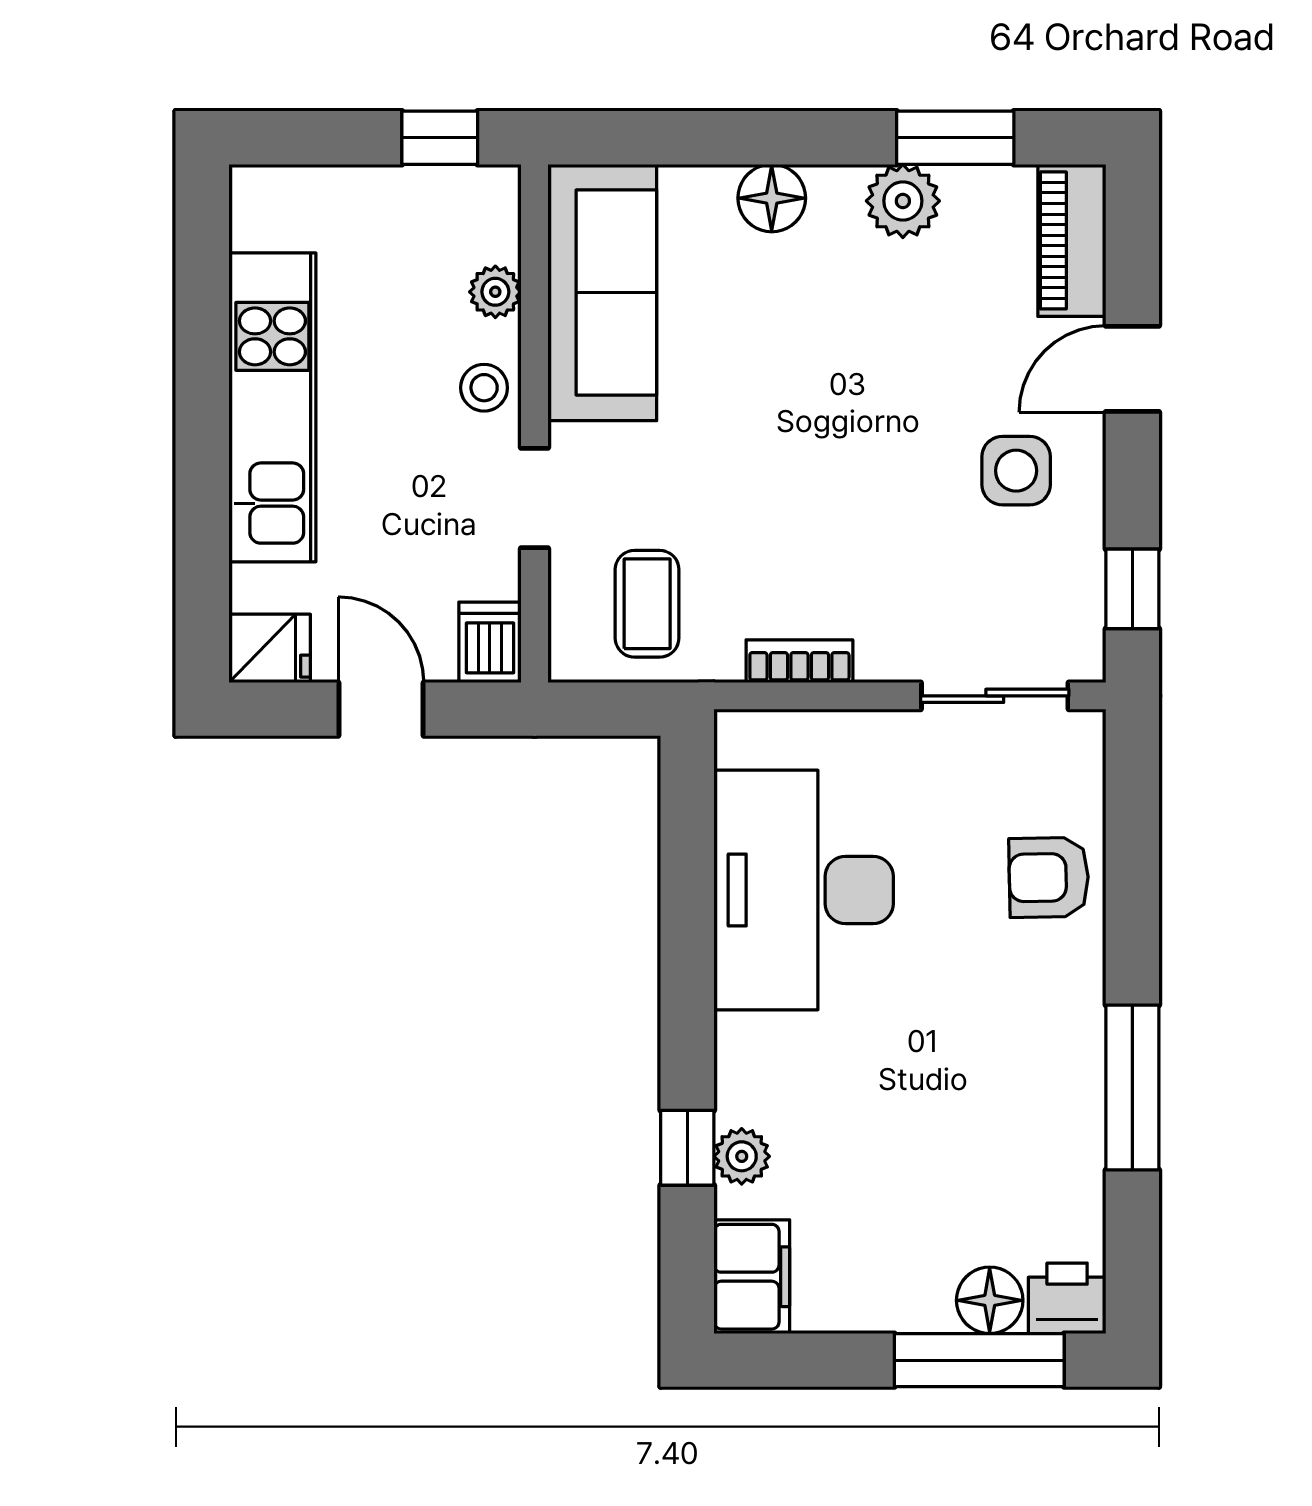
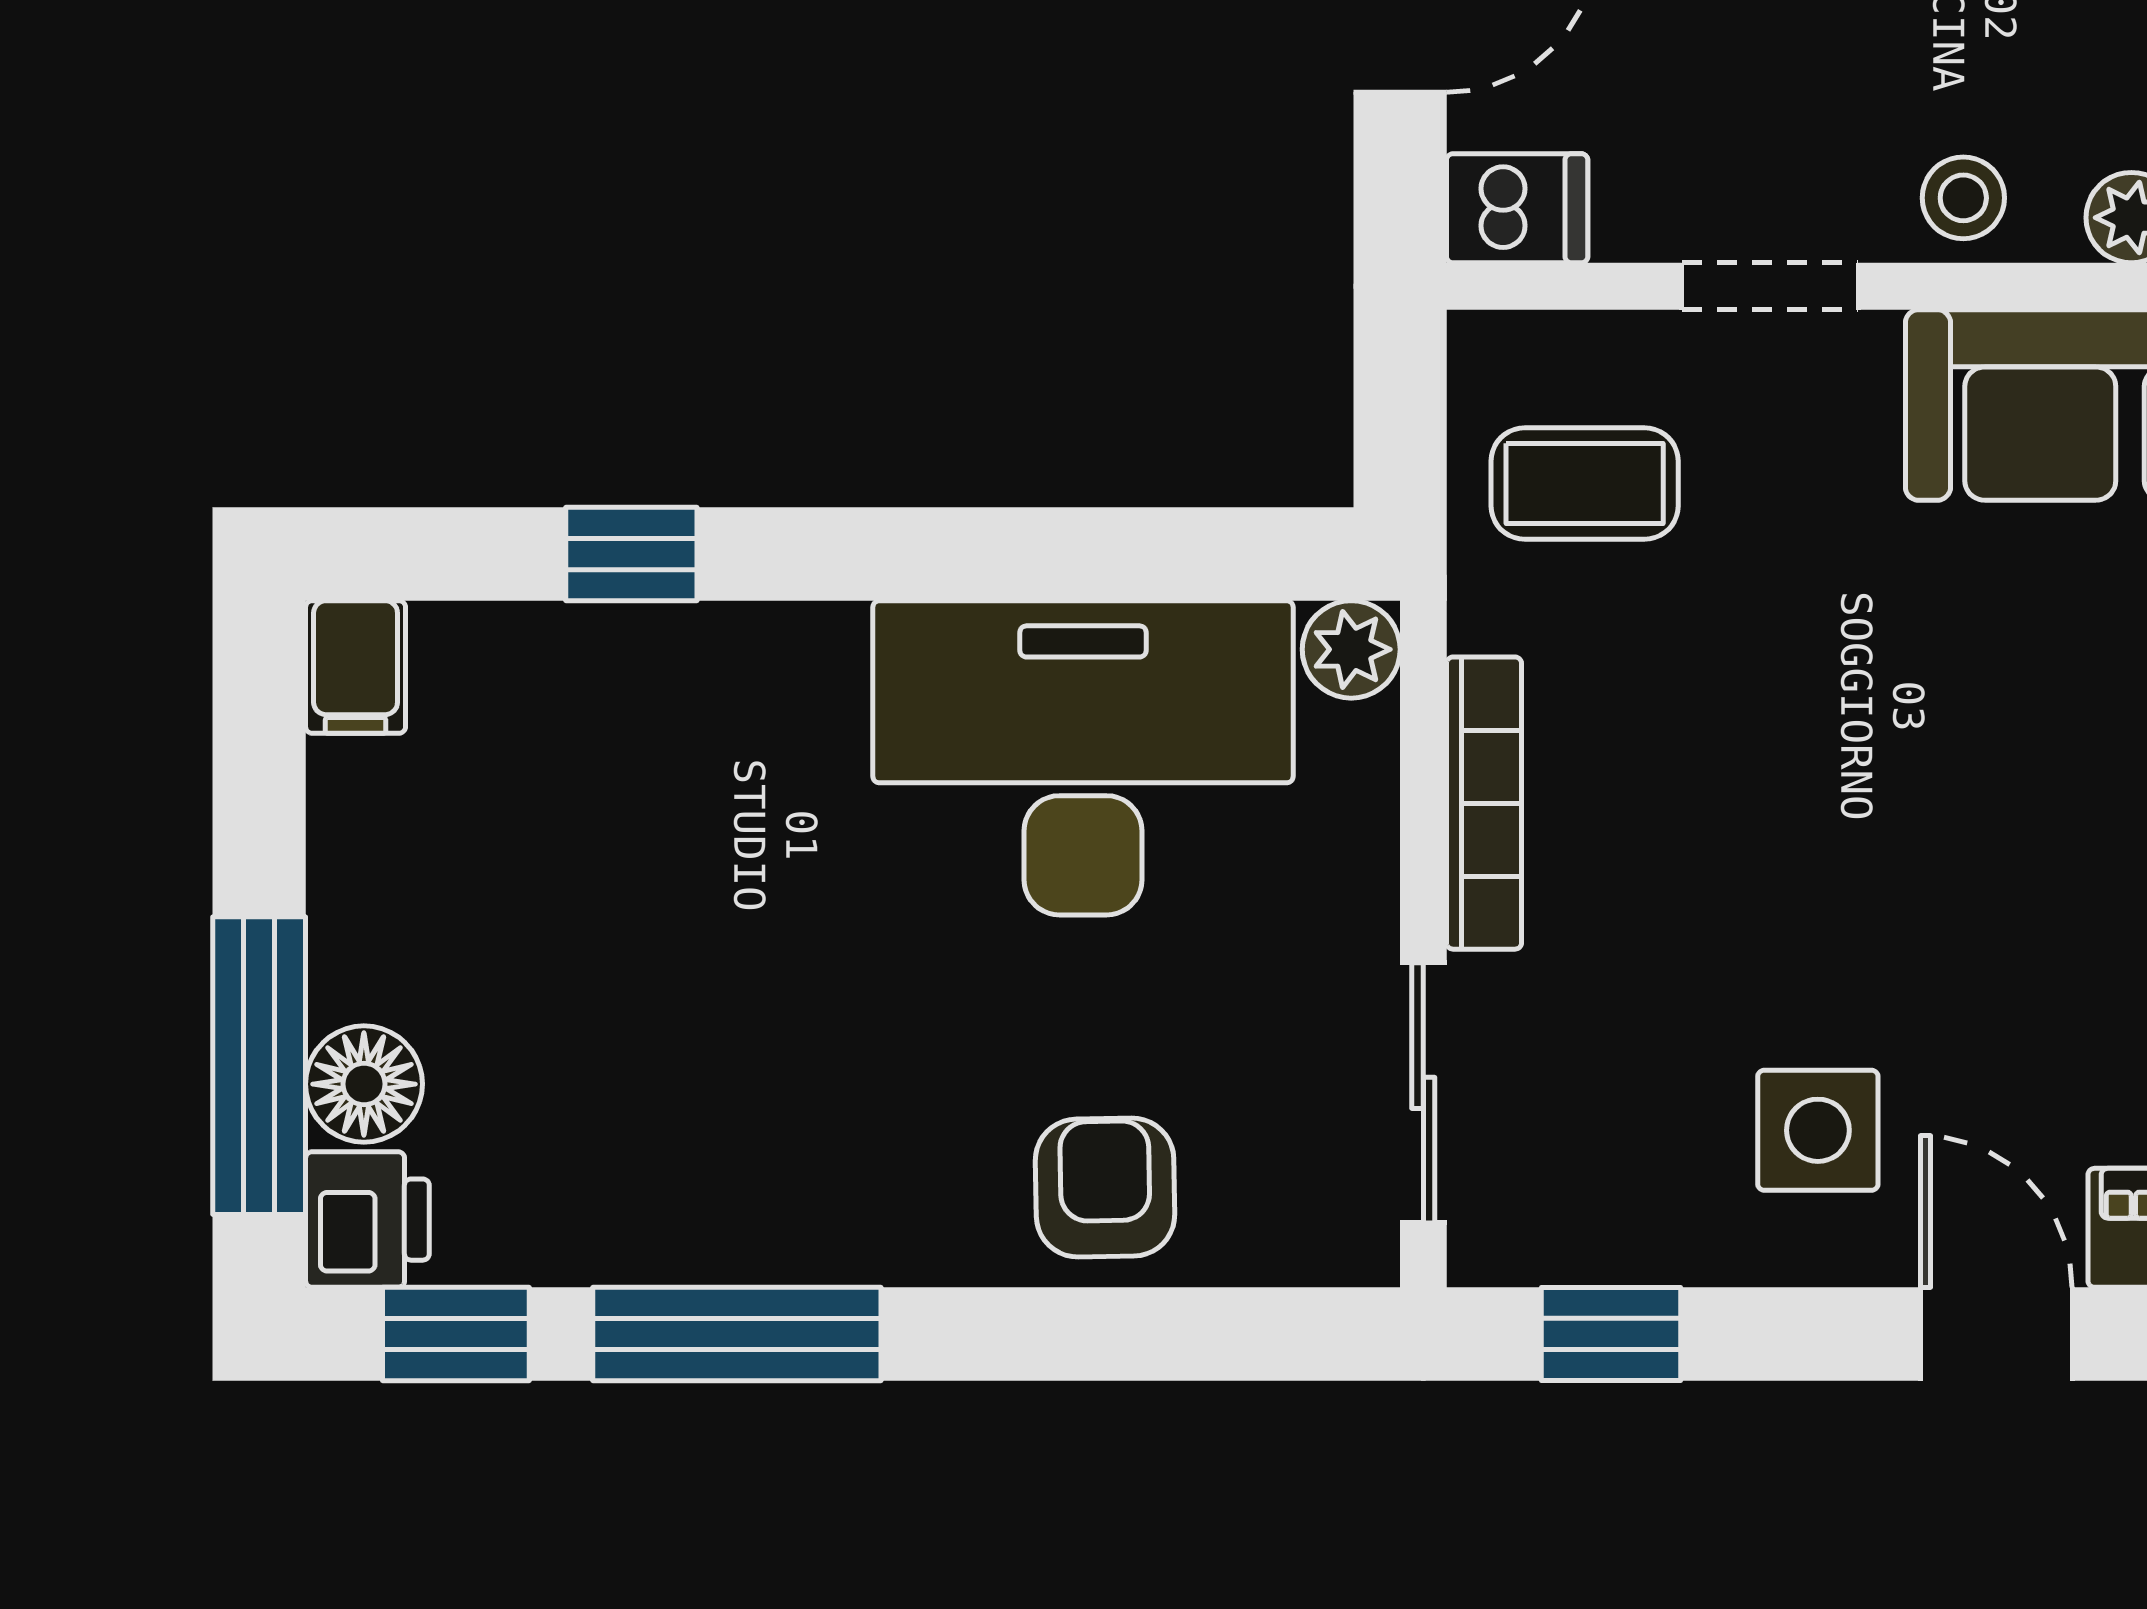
bookcase: (799, 661) -> (1484, 803), width x1.56
plant: (742, 1156) -> (1351, 649), moved
window: (1132, 1248) -> (456, 1334), added
filing cabinet: (752, 1277) -> (356, 667), width x0.50

